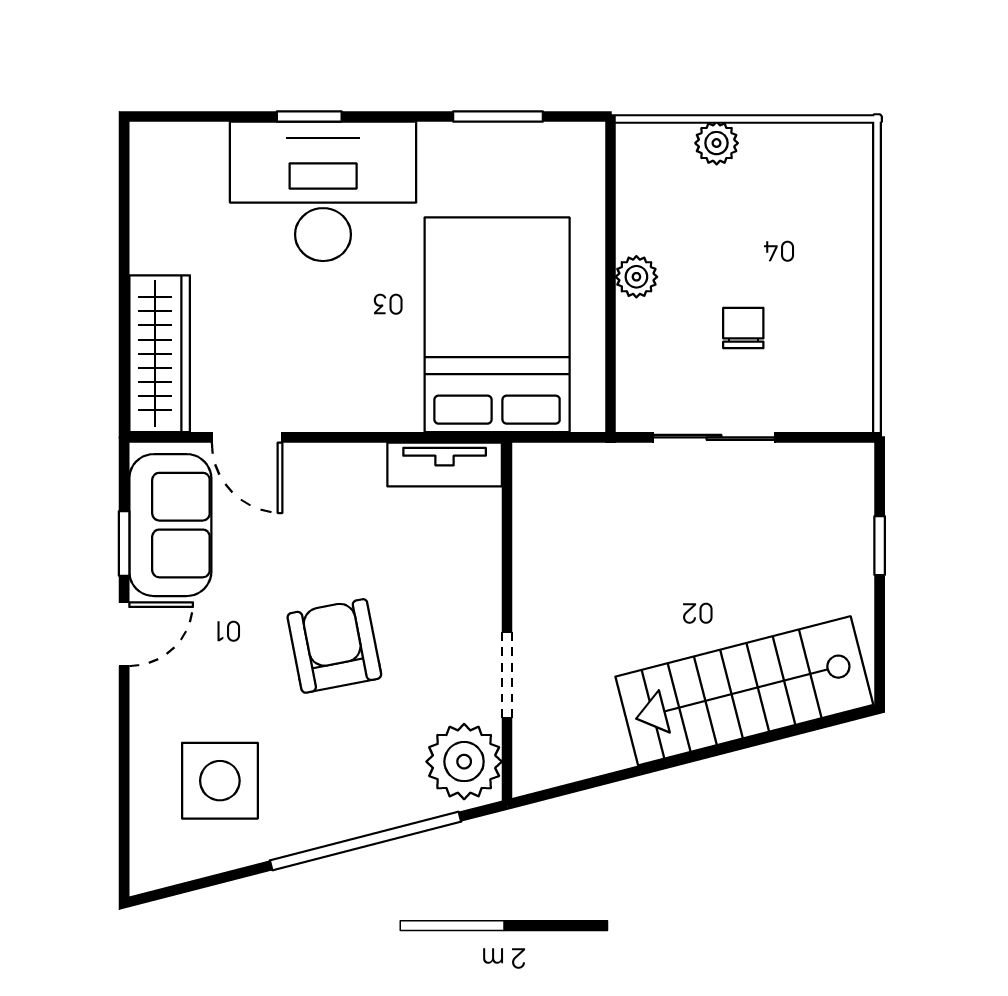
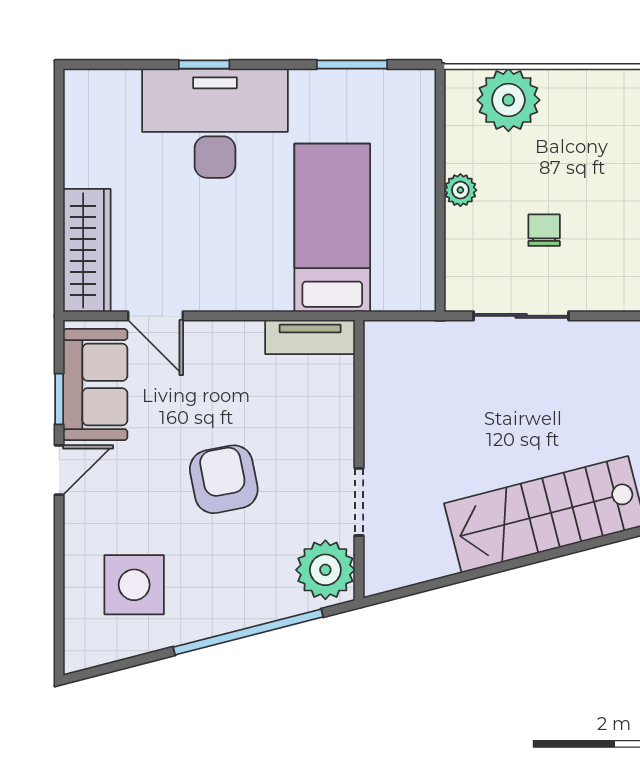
plant: (717, 143) -> (508, 100), width x1.87, depth x1.87
bed: (497, 325) -> (332, 228), width x0.67

